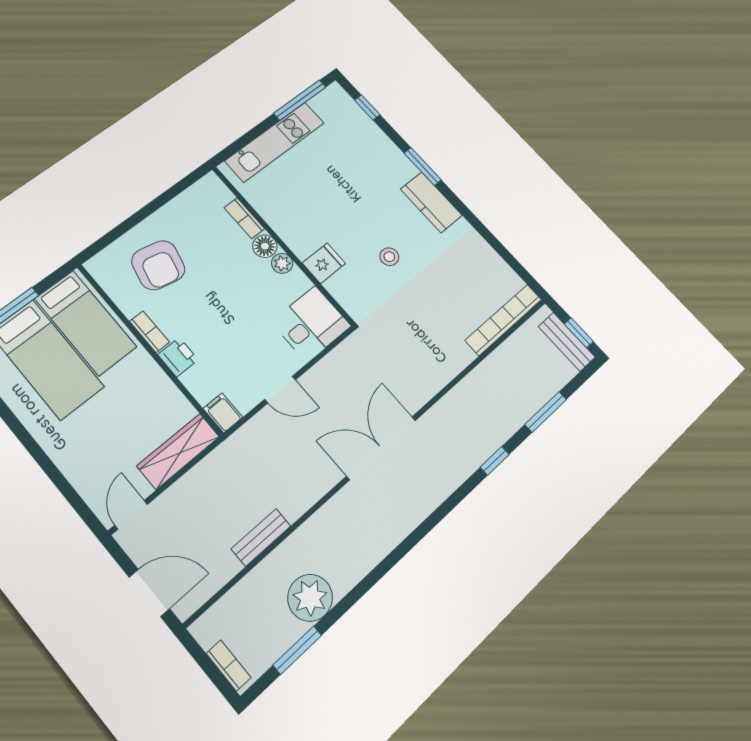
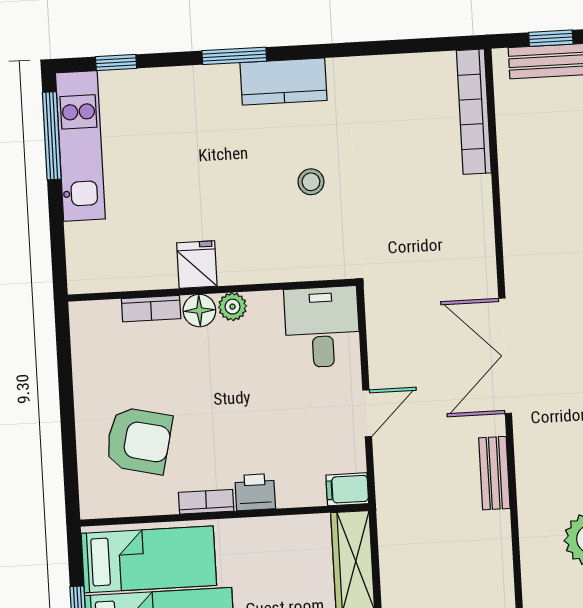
kitchen unit: (275, 142) -> (80, 146), moved
fridge: (324, 263) -> (197, 264), moved
bench: (261, 537) -> (494, 473), moved

